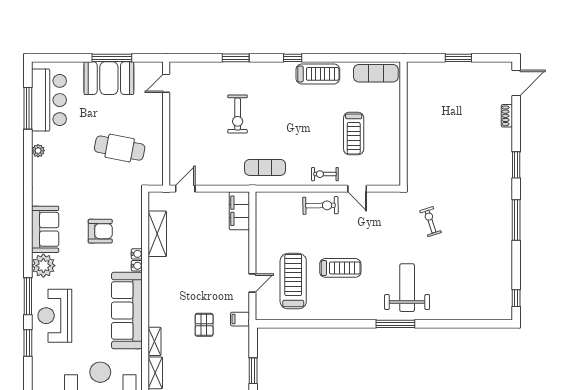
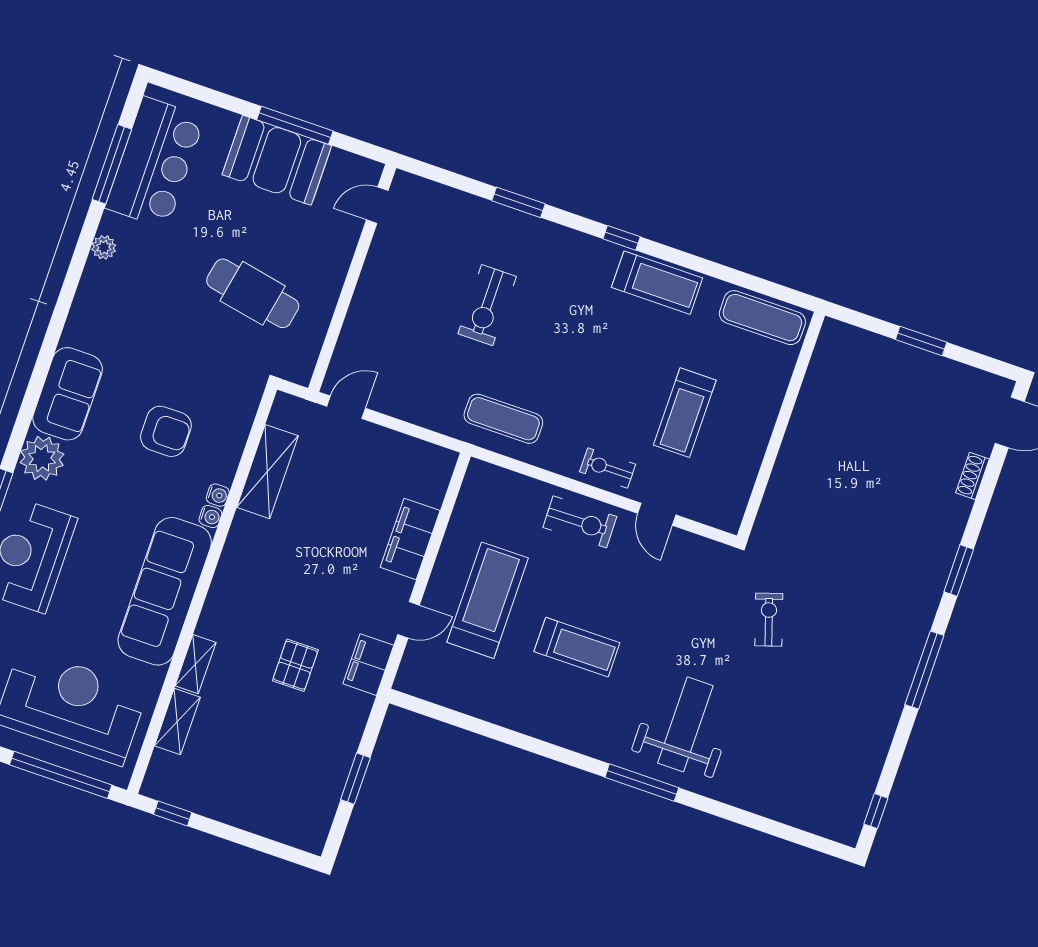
filing cabinet: (239, 211) -> (410, 539), moved
treadmill: (293, 281) -> (488, 600), moved
filing cabinet: (240, 319) -> (368, 665), width x2.00

